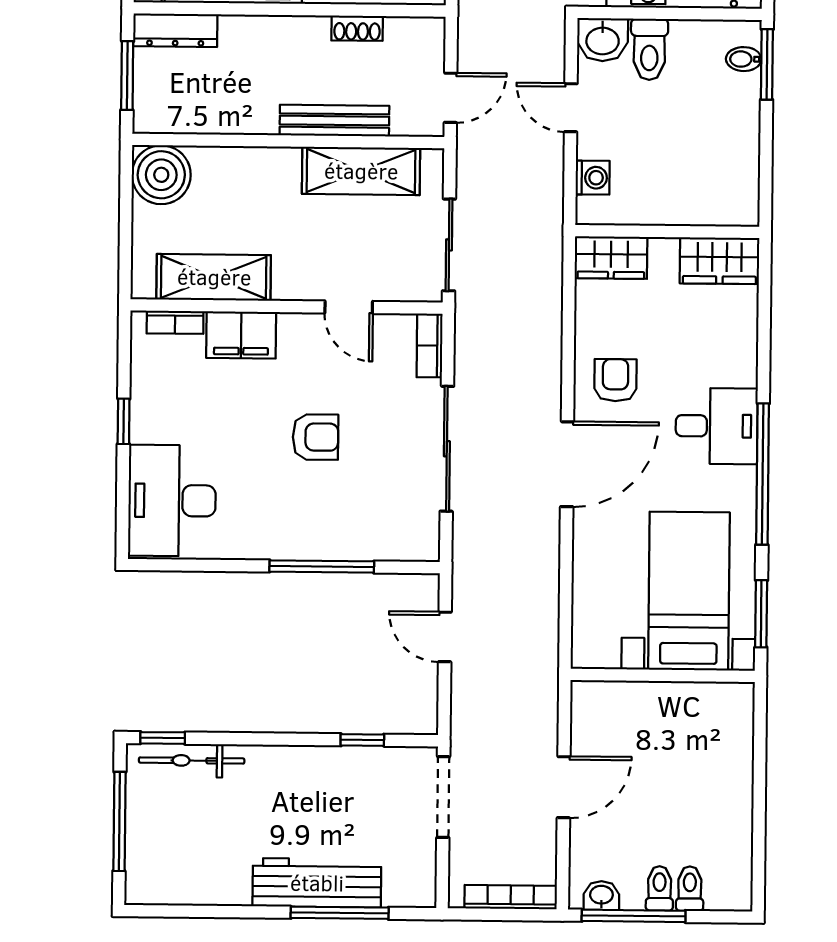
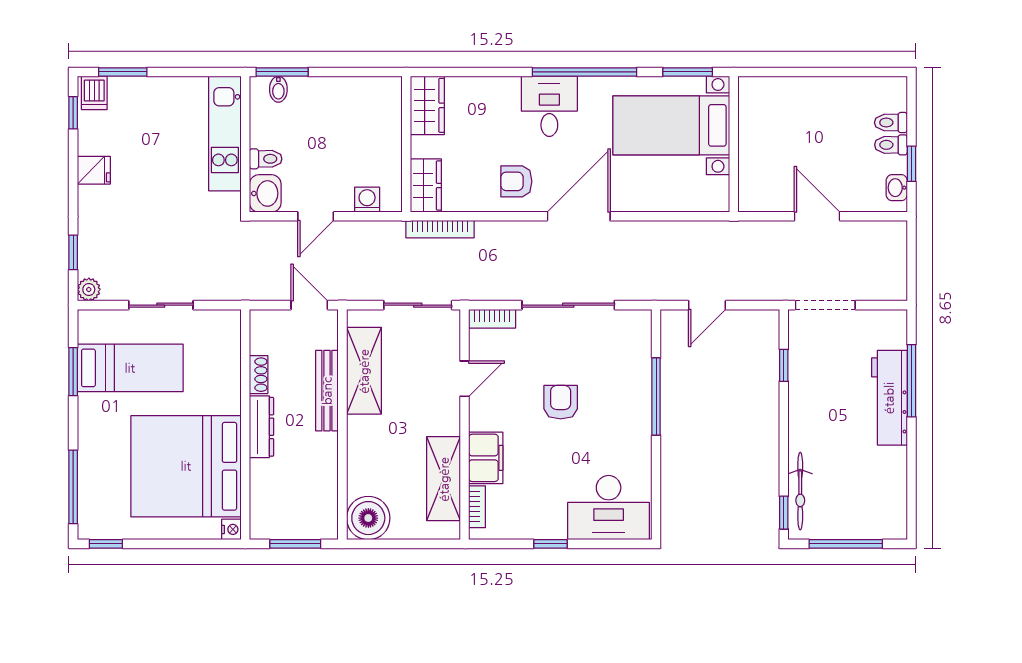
dresser: (175, 30) -> (262, 427), moved
toilet: (649, 49) -> (266, 159), width x0.73, depth x0.72
door: (567, 464) -> (579, 216), hinge flipped
bookcase: (511, 897) -> (440, 229), moved, turned -90
window: (634, 916) -> (911, 164), width x0.46

